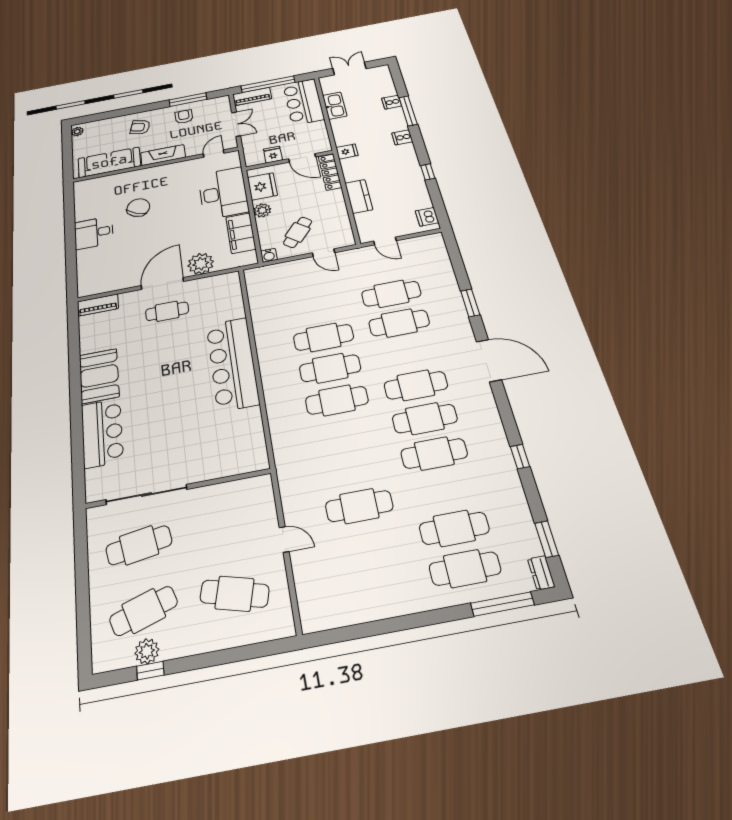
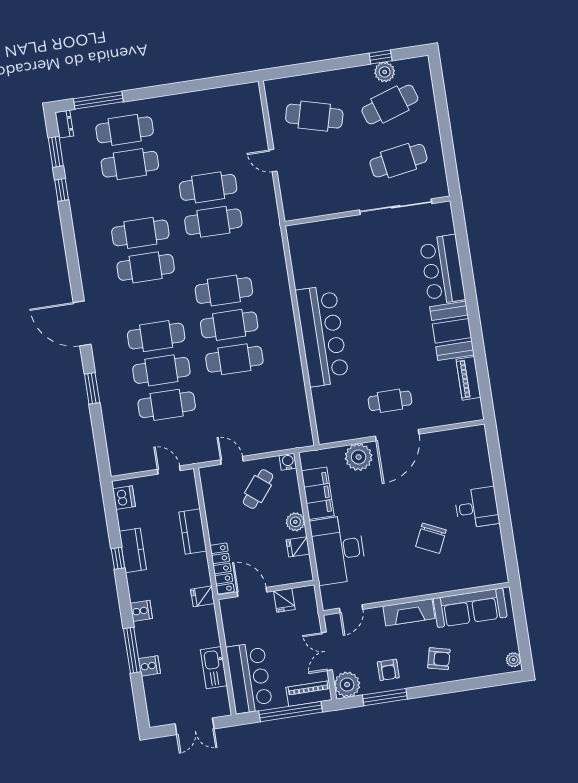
plant: (220, 105) -> (347, 685), added
kitchen counter: (414, 179) -> (133, 550), added
fridge: (262, 186) -> (298, 547), width x0.53, depth x0.75
piano: (98, 305) -> (468, 378), moved, turned -90
cafe table: (416, 385) -> (156, 336), moved
window: (520, 457) -> (62, 190), moved
cafe table: (351, 469) -> (213, 222), added

